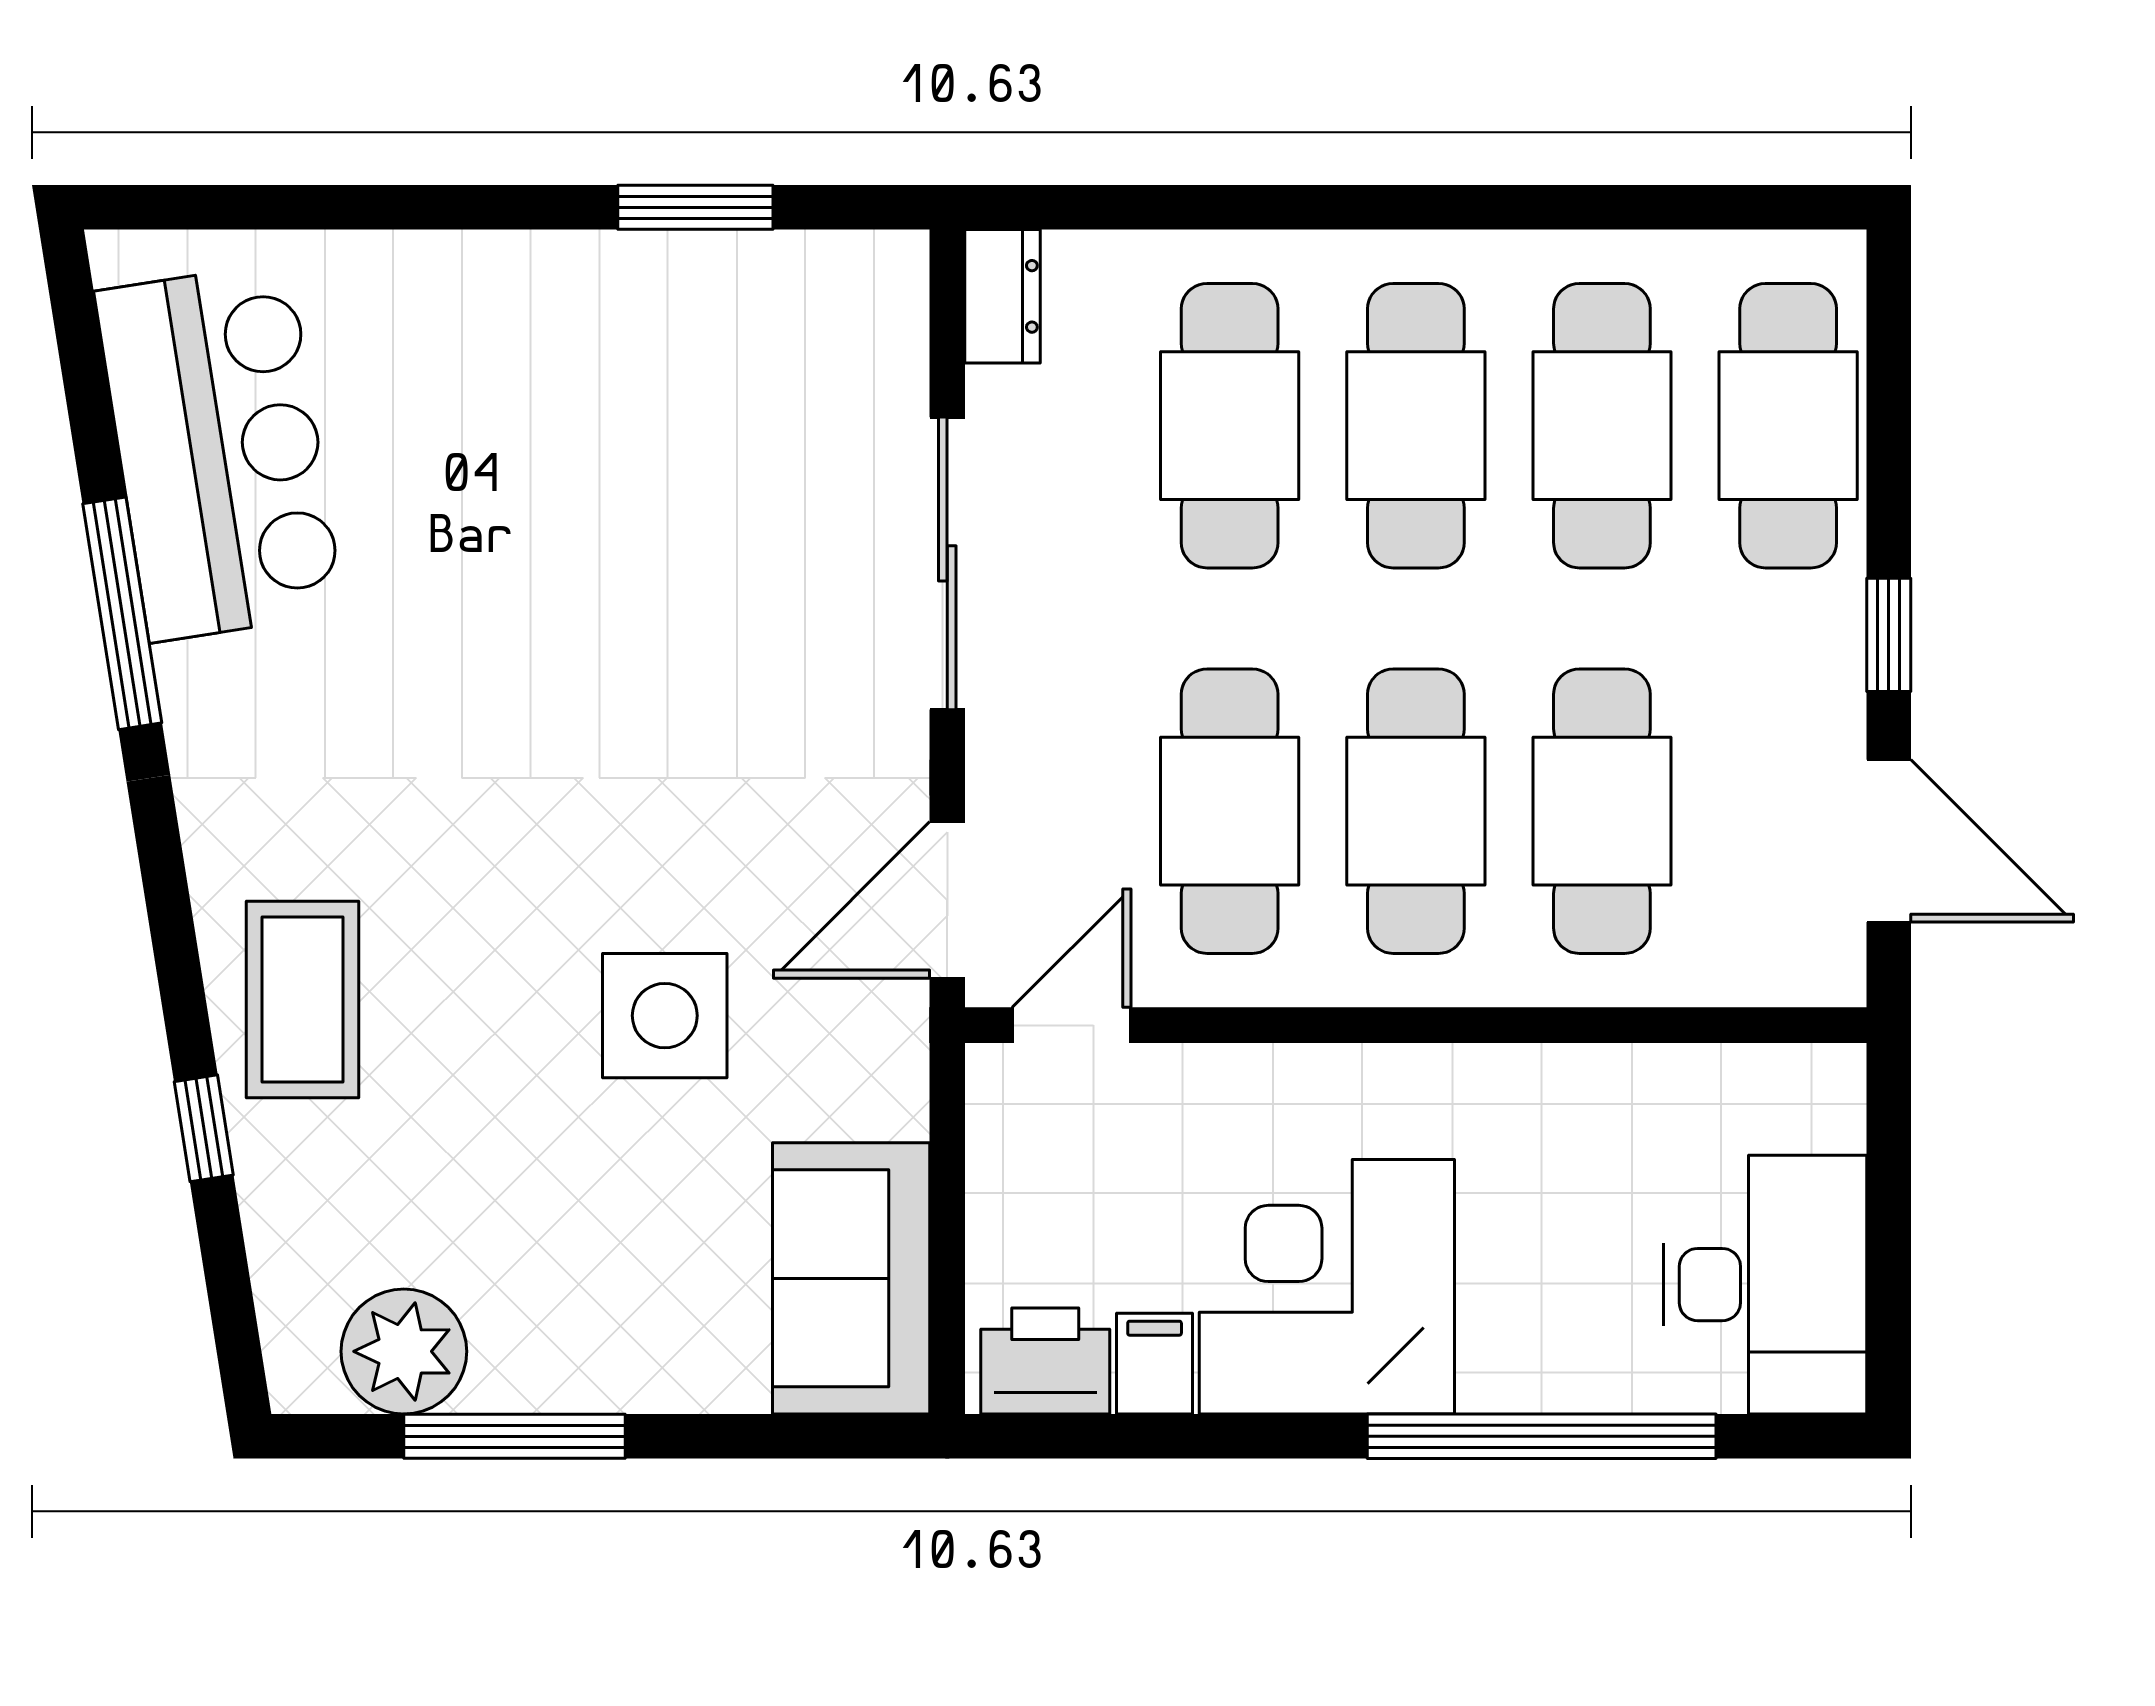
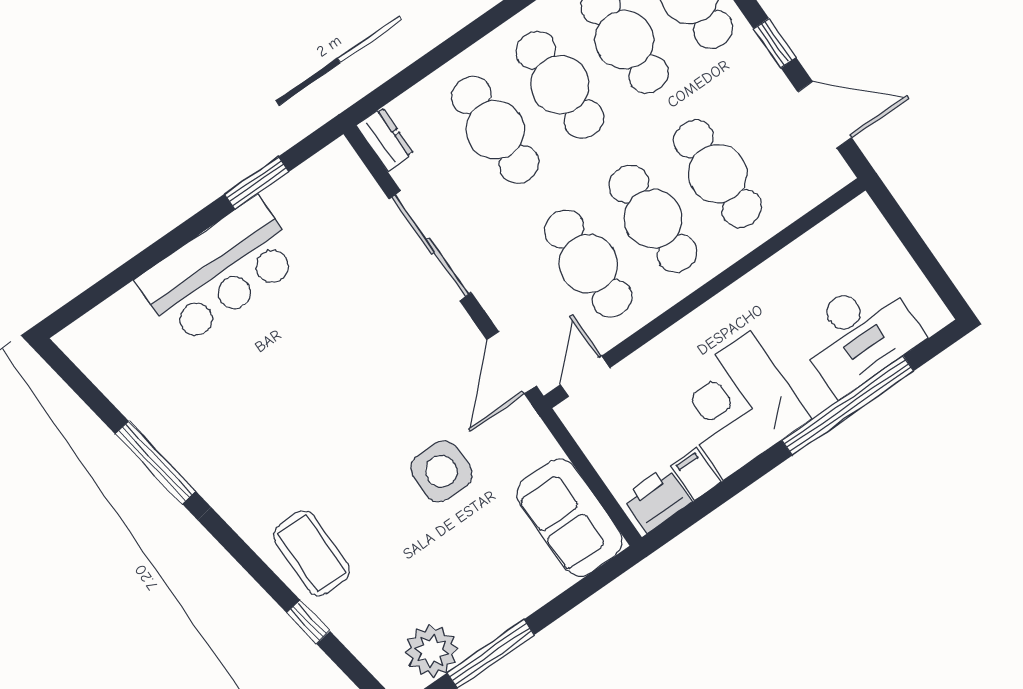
bar counter: (219, 452) -> (219, 271), moved, turned 99
desk: (1765, 1285) -> (859, 334), moved, turned 90

